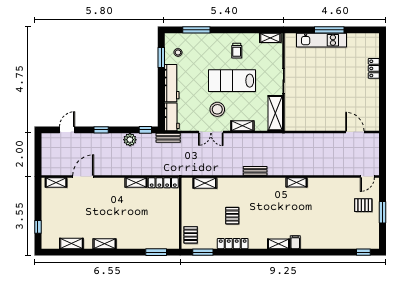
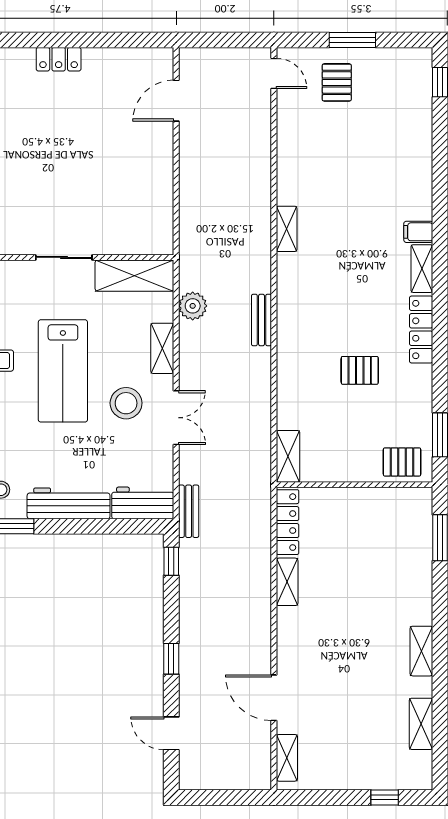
locker: (374, 68) -> (59, 59), moved
plant: (130, 140) -> (193, 306), moved
shelving: (205, 183) -> (288, 456), moved
locker: (233, 244) -> (421, 330), moved

